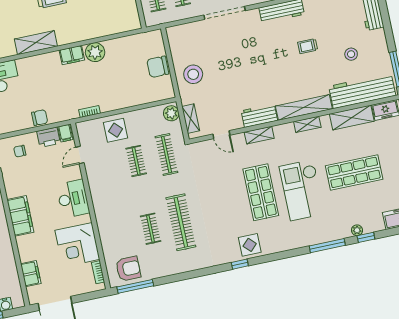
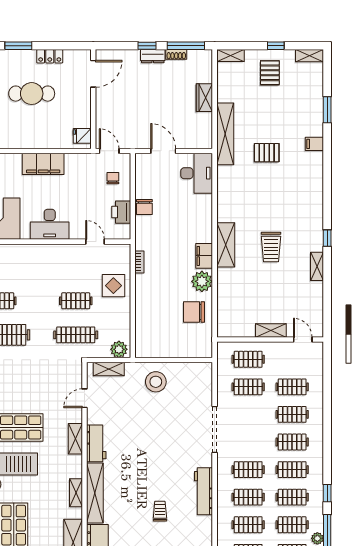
shelving: (36, 43) -> (226, 245), moved
chair: (158, 67) -> (194, 312), moved, turned -90
filing cabinet: (65, 133) -> (122, 231), removed

